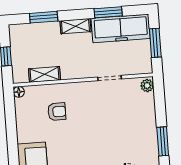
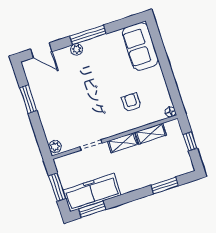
window: (108, 12) -> (92, 209), moved
shelving: (75, 26) -> (123, 143), moved
armchair: (57, 112) -> (131, 102), turned 90

